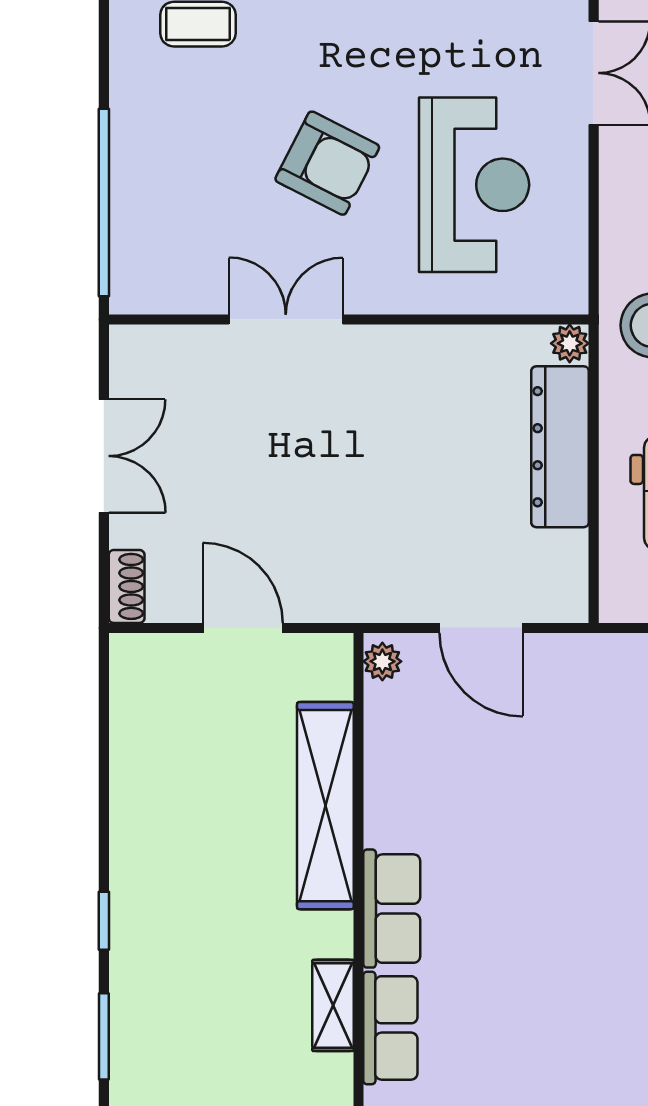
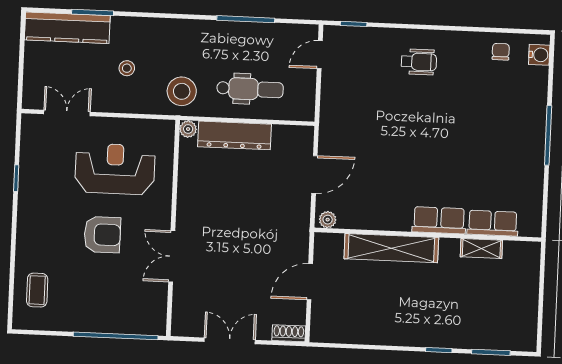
armchair: (327, 163) -> (102, 235), turned 63

